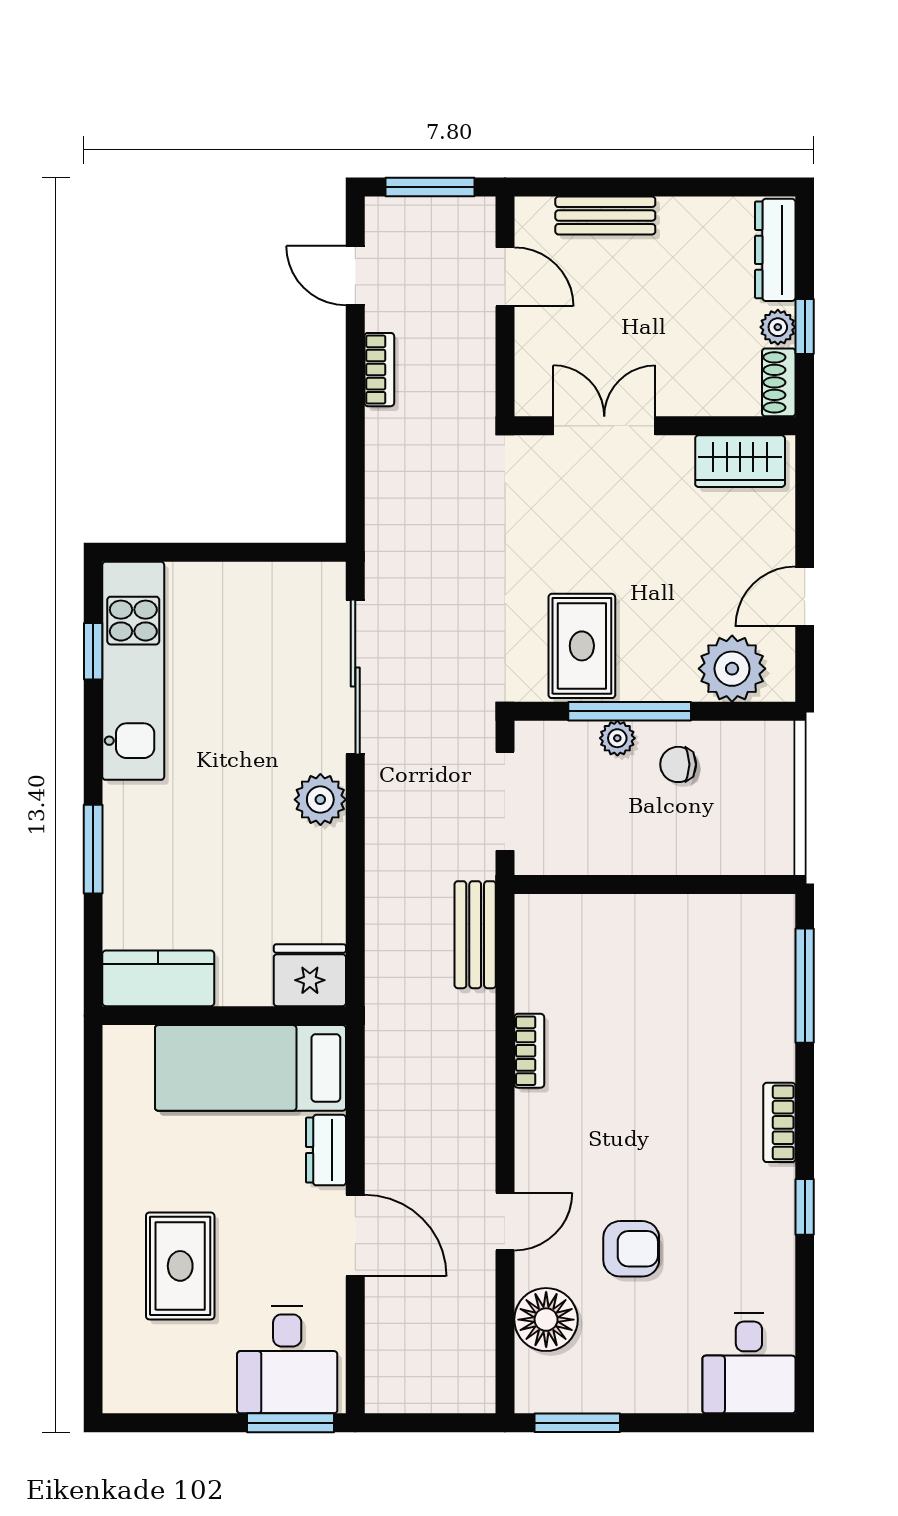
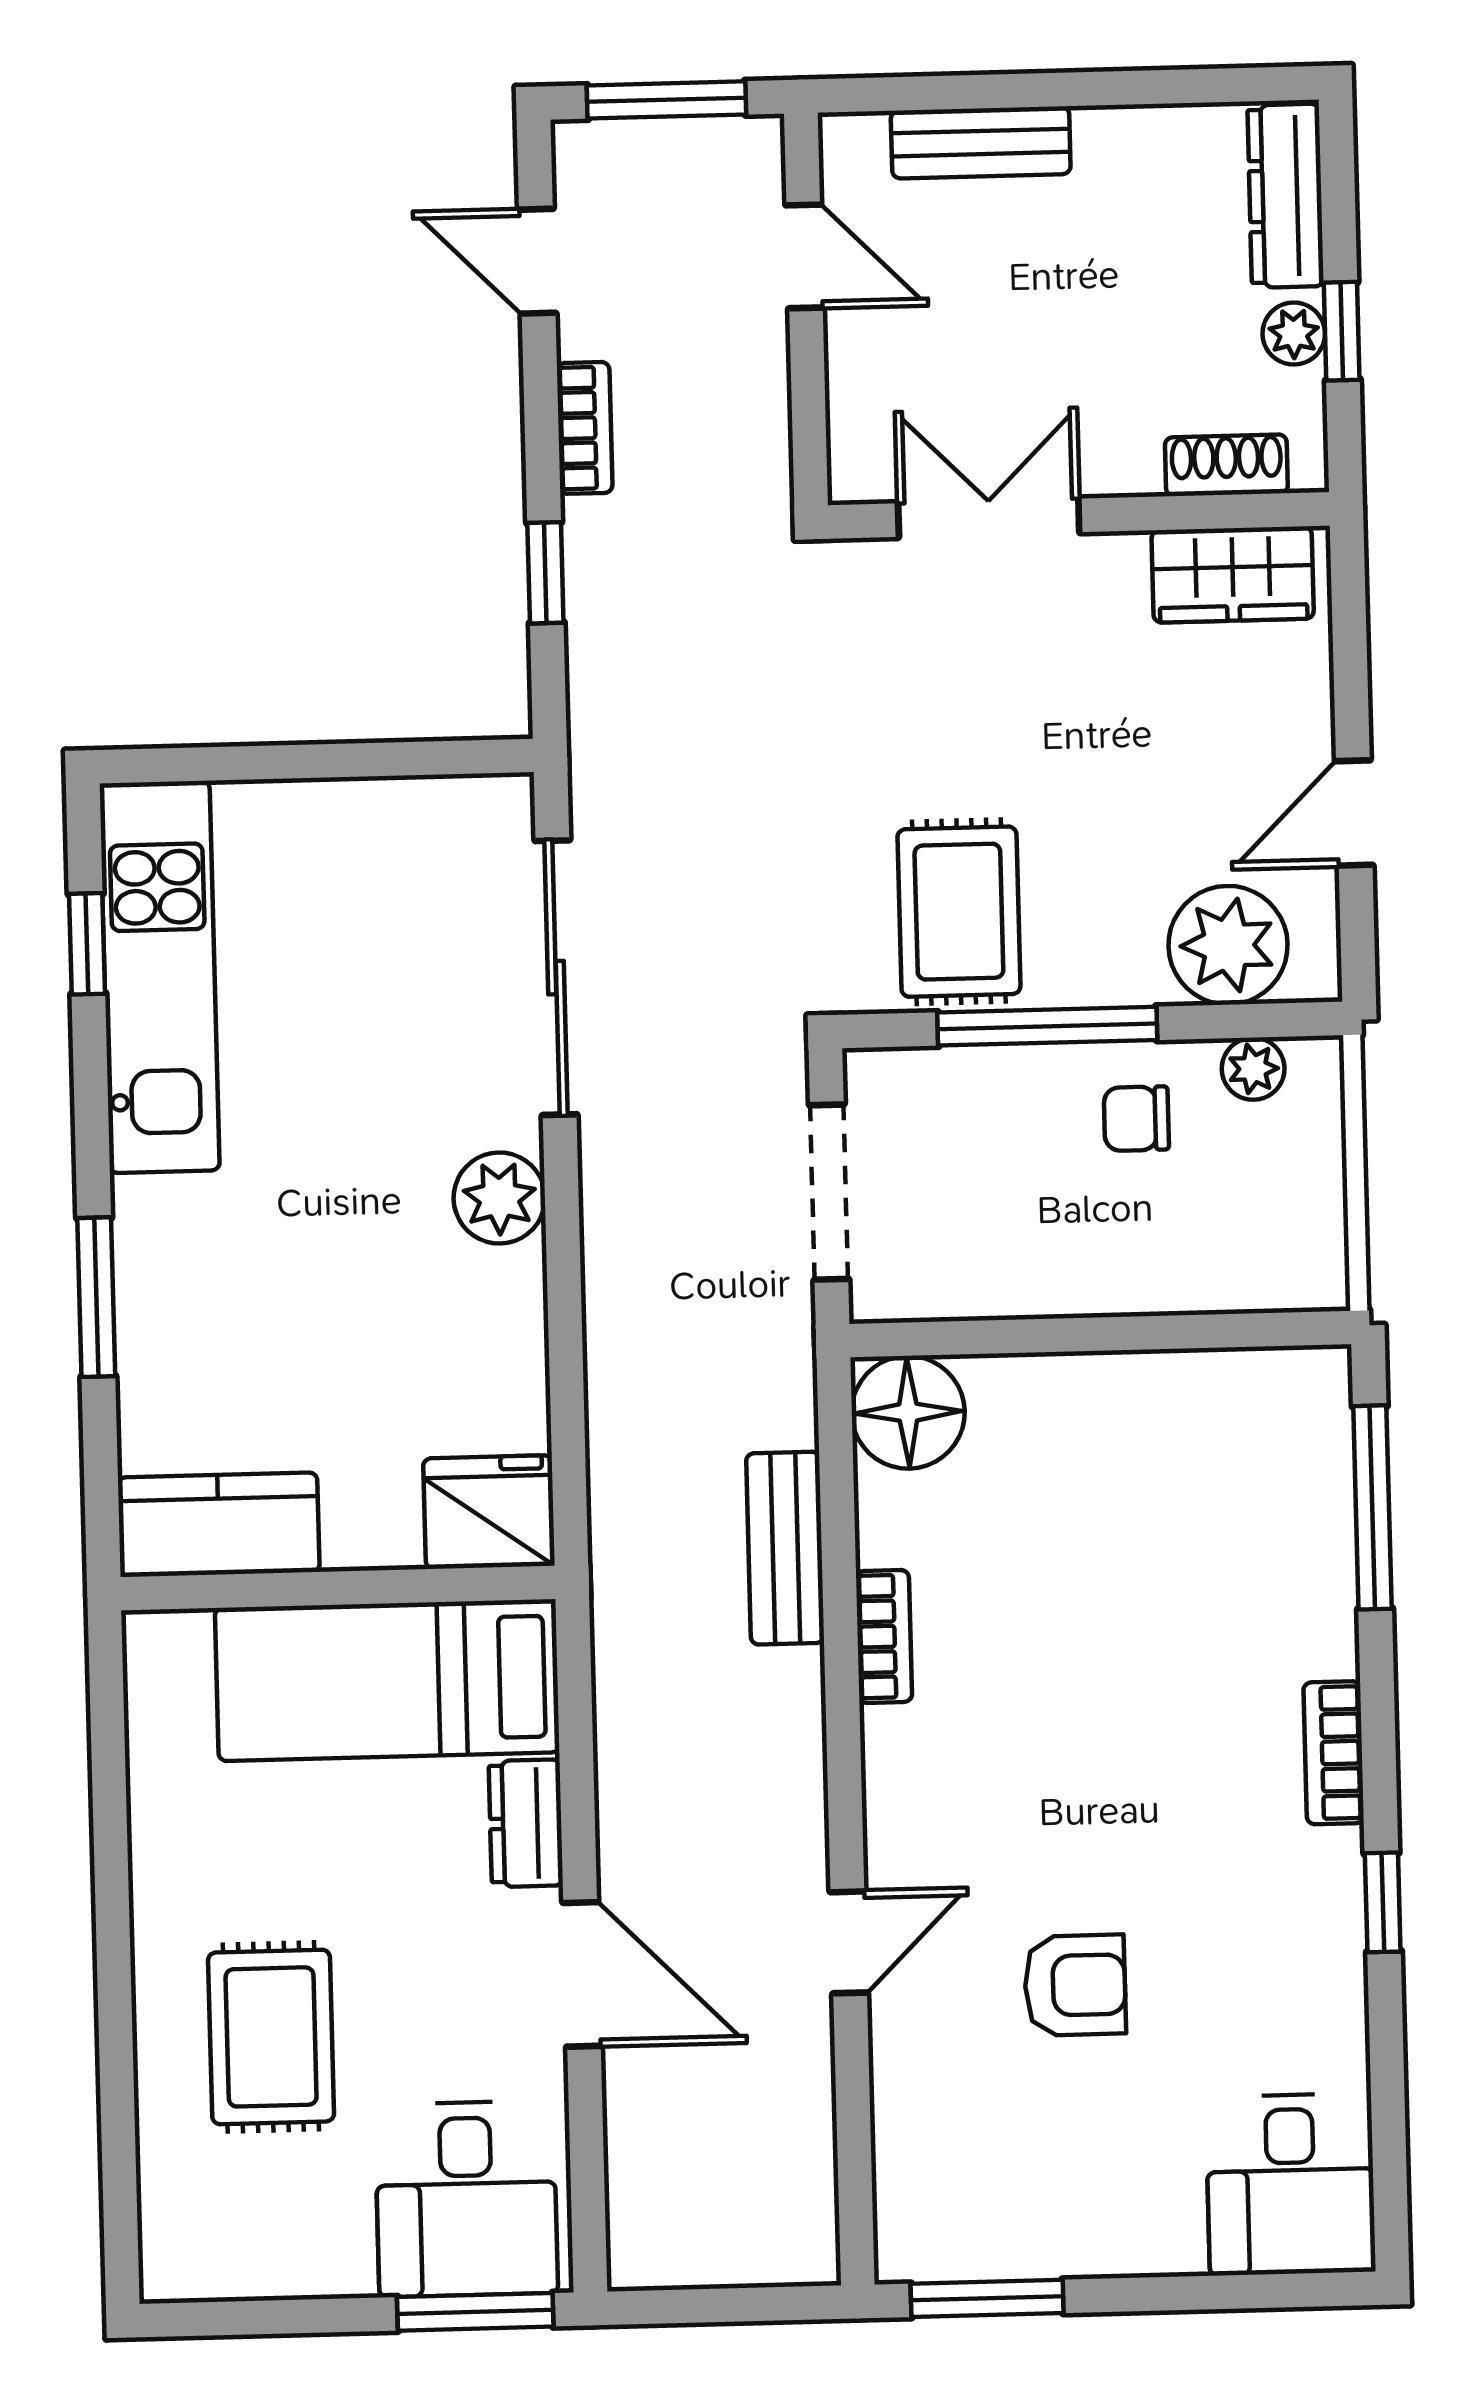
shoe rack: (779, 382) -> (1226, 465), moved, turned 90
window: (355, 450) -> (545, 573), added
plant: (617, 738) -> (1253, 1069), moved
bench: (475, 935) -> (785, 1548), moved
floor lamp: (546, 1320) -> (908, 1412), moved

